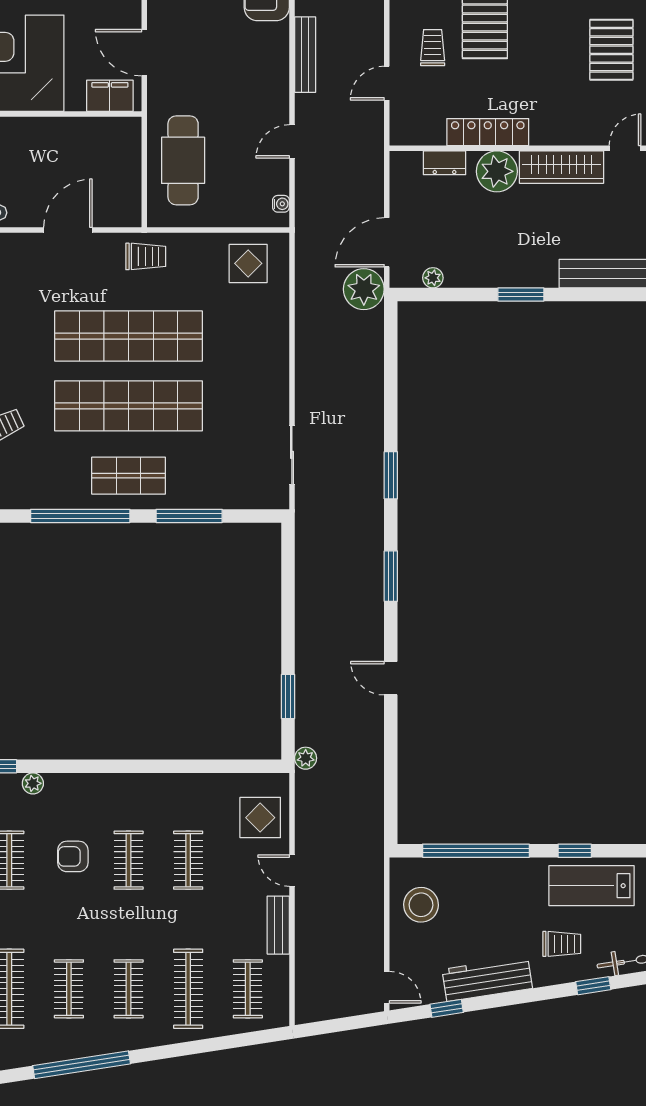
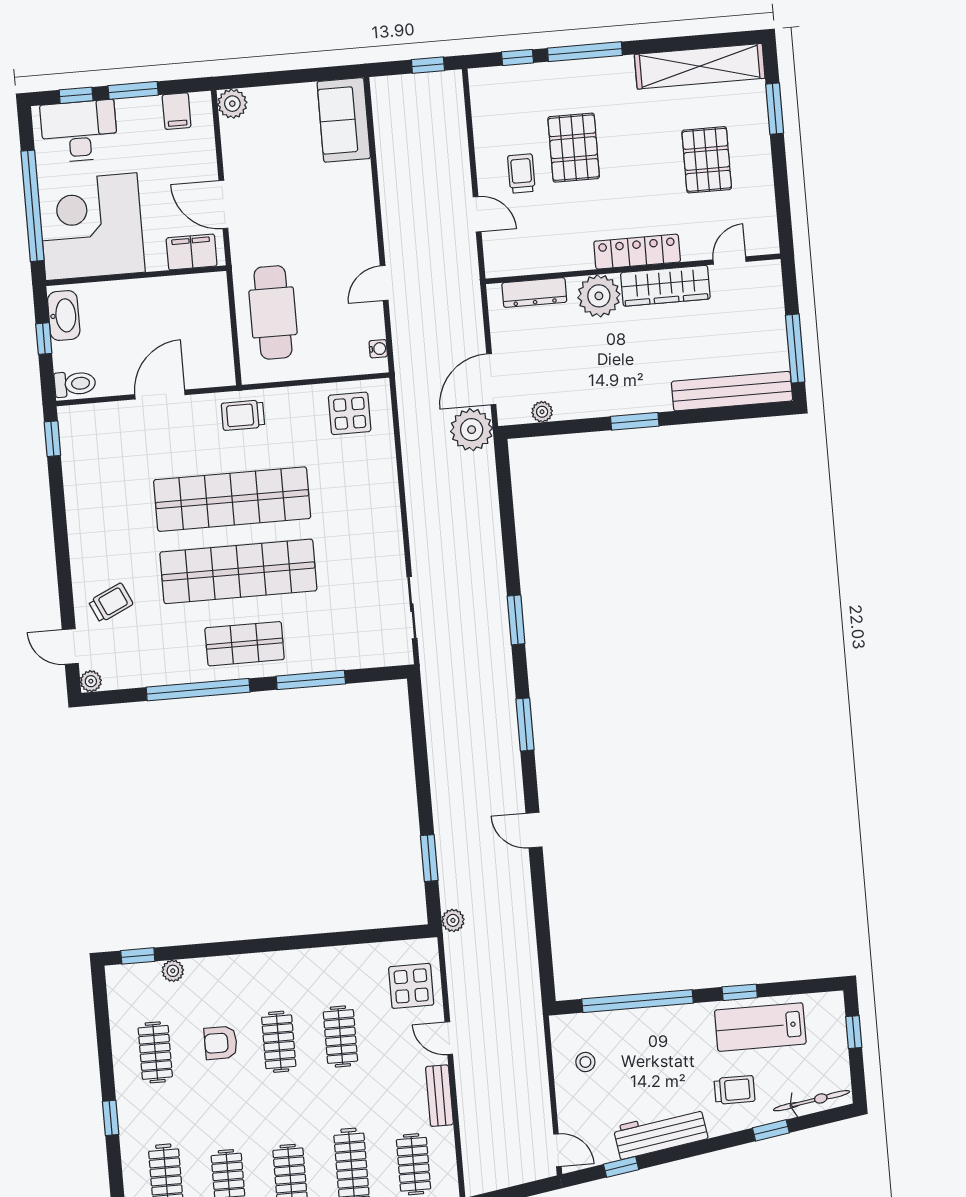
bench: (305, 55) -> (390, 192), removed
door: (387, 83) -> (477, 214), swing flipped
locker: (488, 132) -> (637, 252), moved
dresser: (444, 163) -> (534, 293), width x1.44
trolley: (146, 256) -> (243, 415), turned 180
stool: (421, 905) -> (585, 1062), width x0.53, depth x0.53

